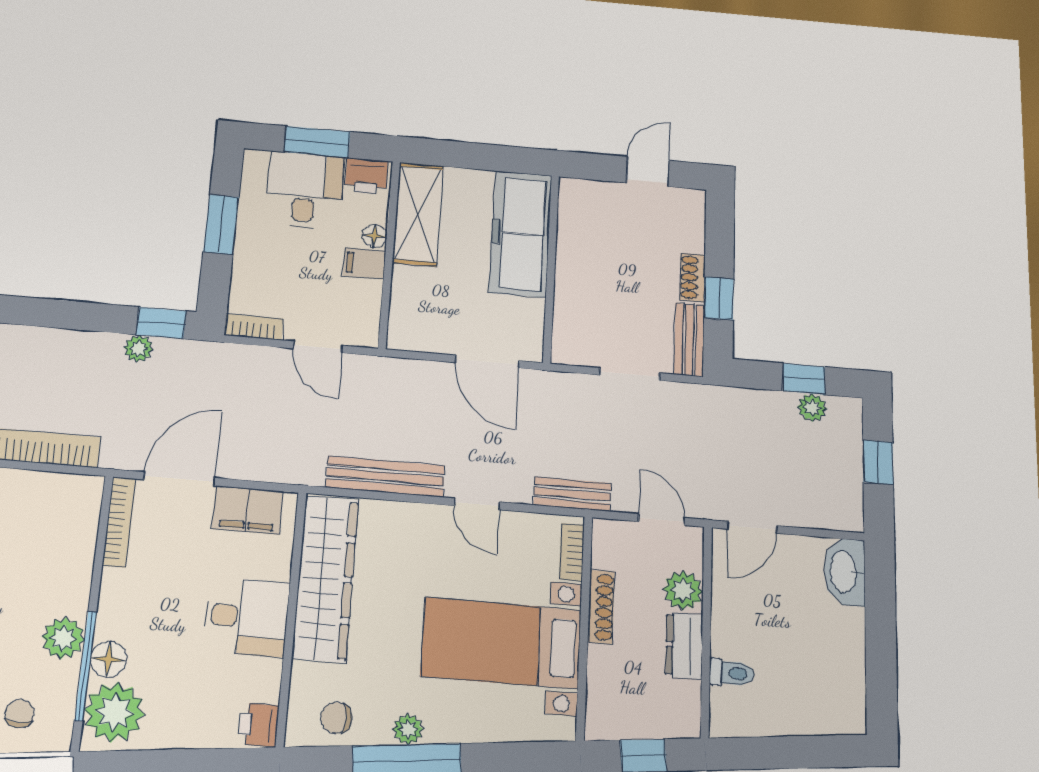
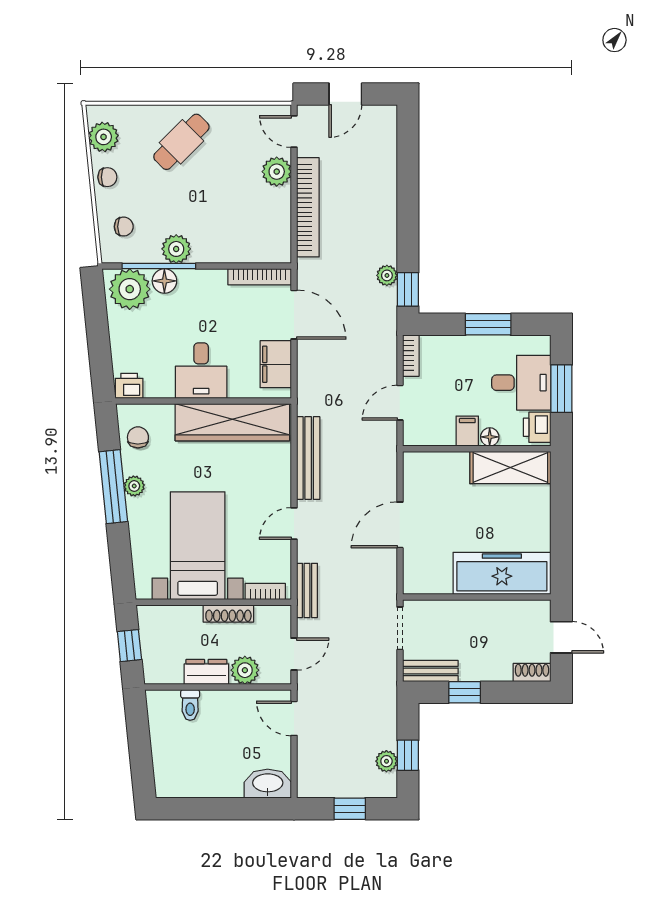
freezer: (521, 234) -> (502, 573), moved
wall: (551, 268) -> (477, 597), moved
shoe rack: (692, 278) -> (532, 673), moved

